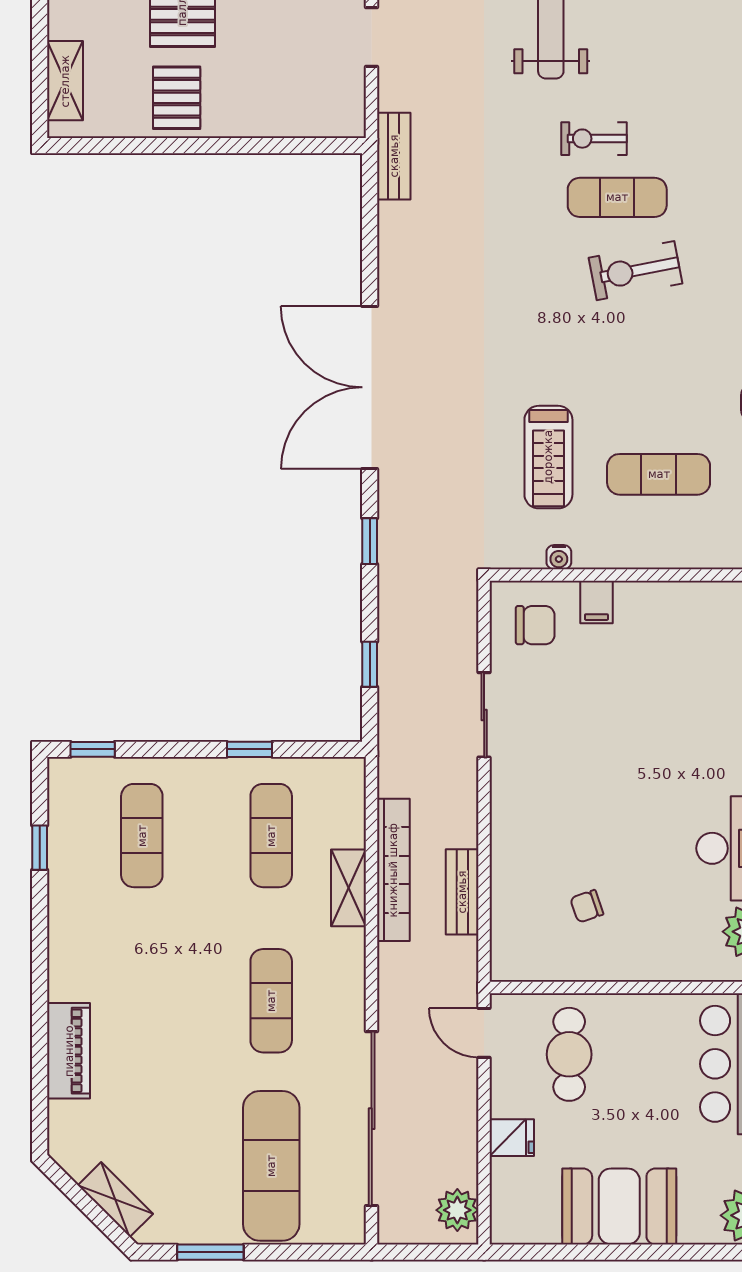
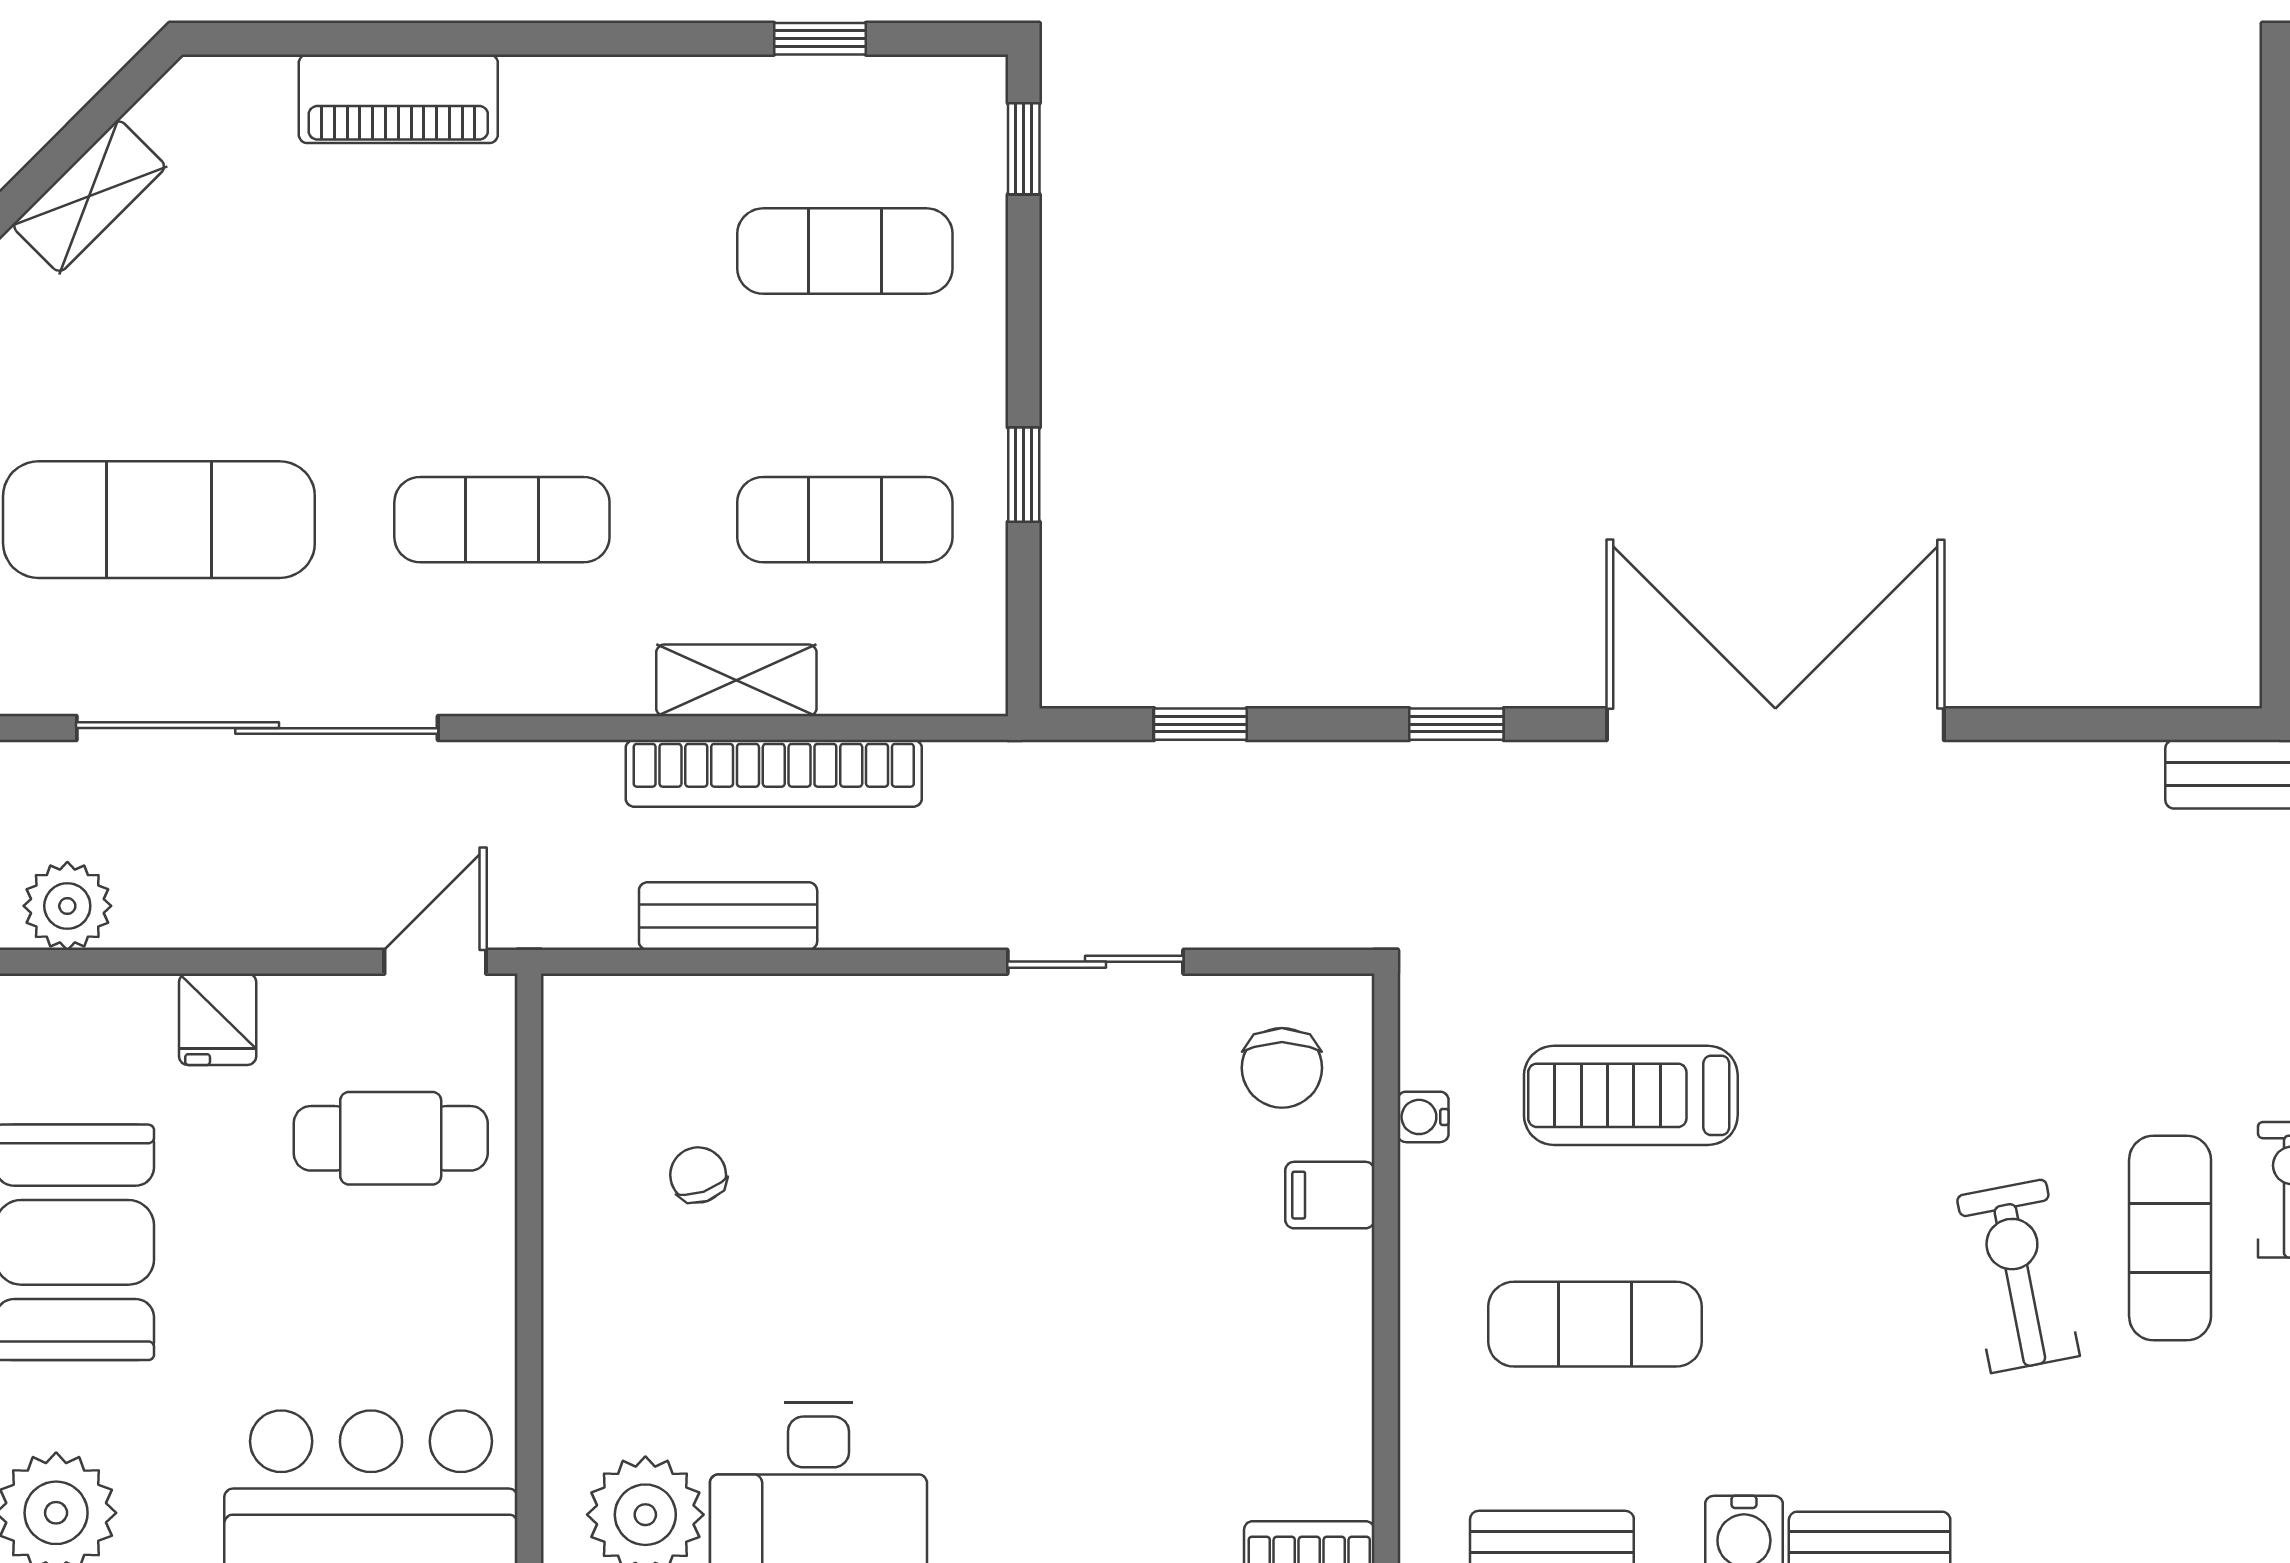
exercise mat: (659, 474) -> (1595, 1324), turned 90

